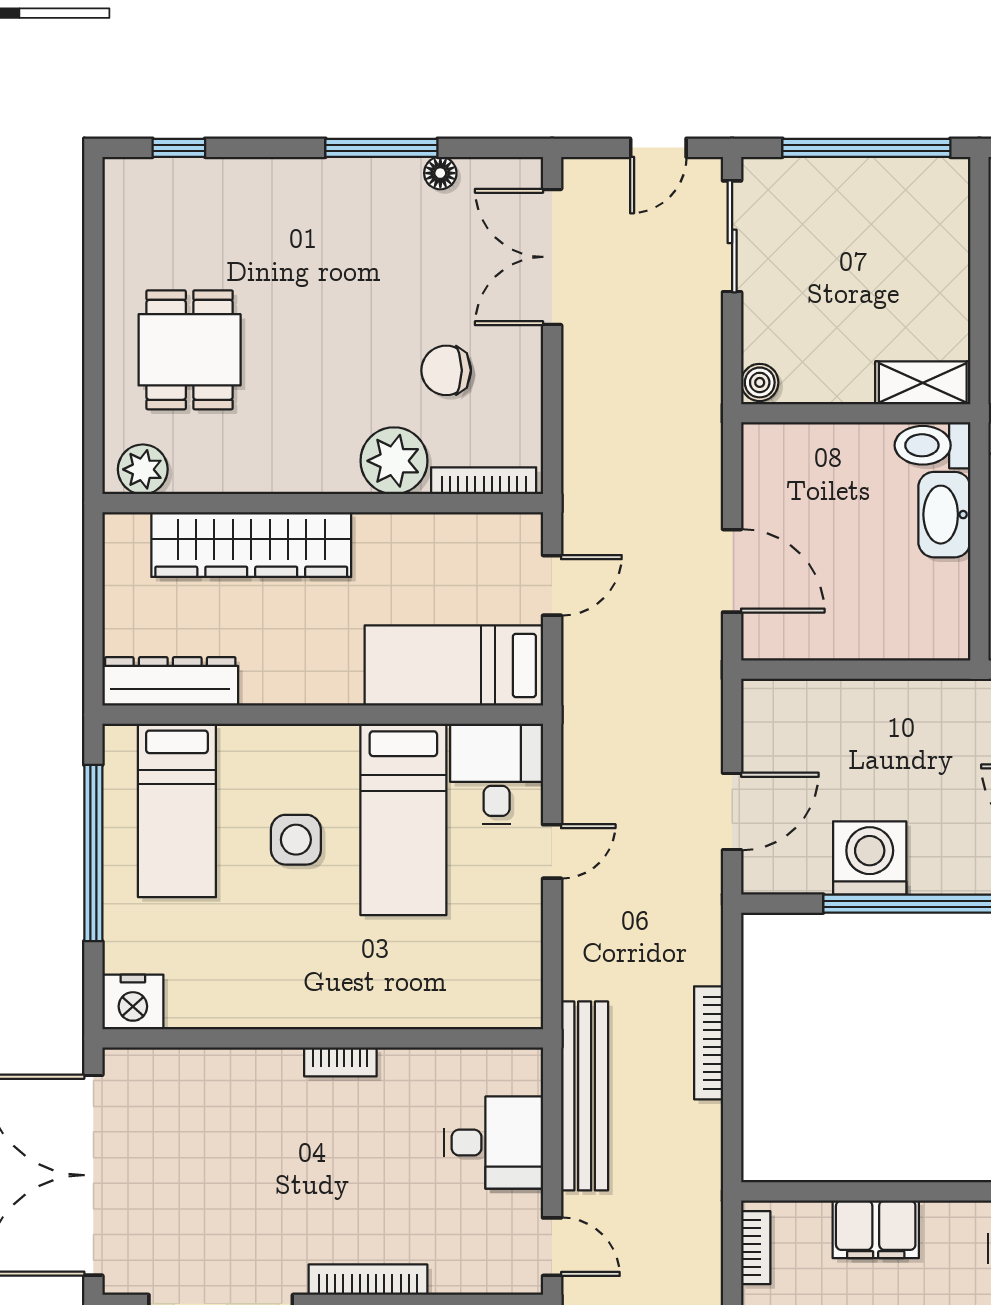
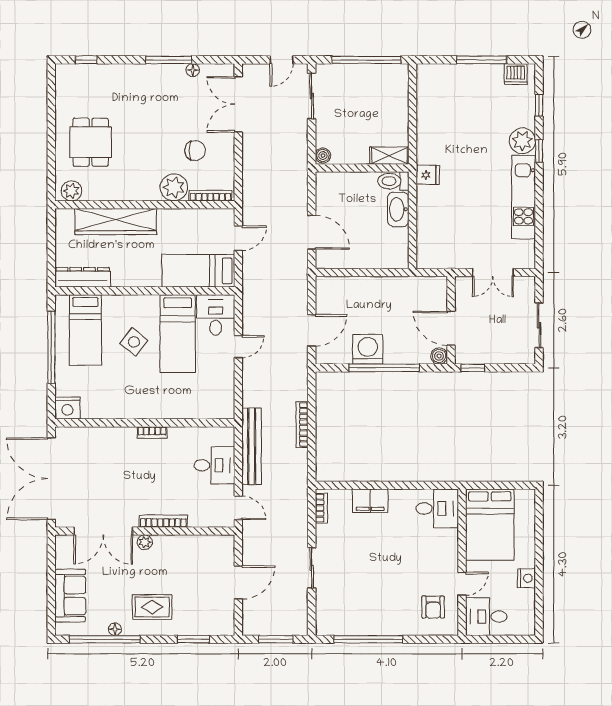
chair: (446, 370) -> (195, 151), turned 180
side table: (296, 840) -> (134, 342), turned 38

